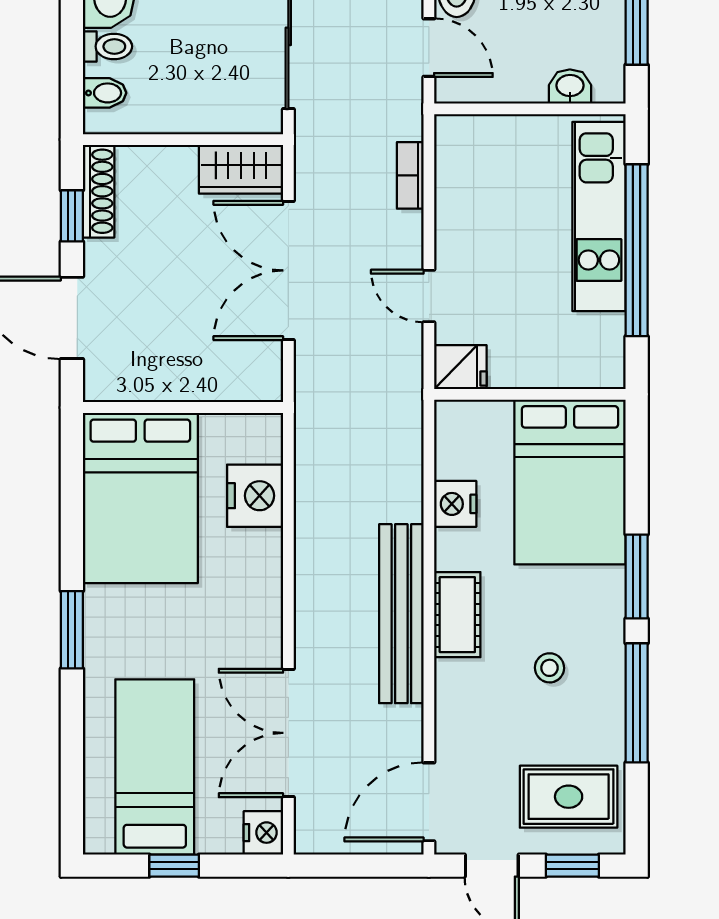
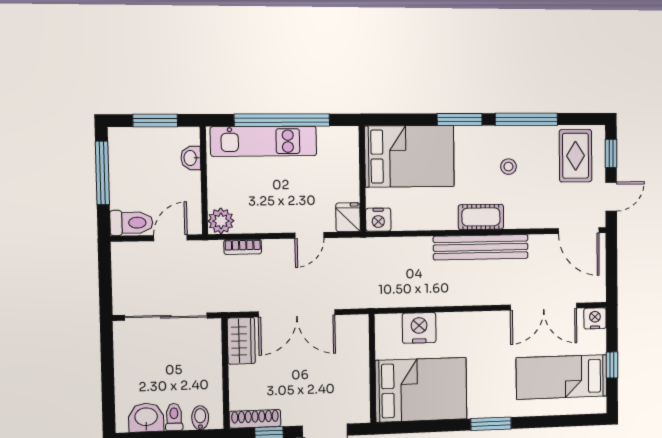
plant: (457, 137) -> (221, 221), added
nightstand: (455, 504) -> (378, 220), moved

